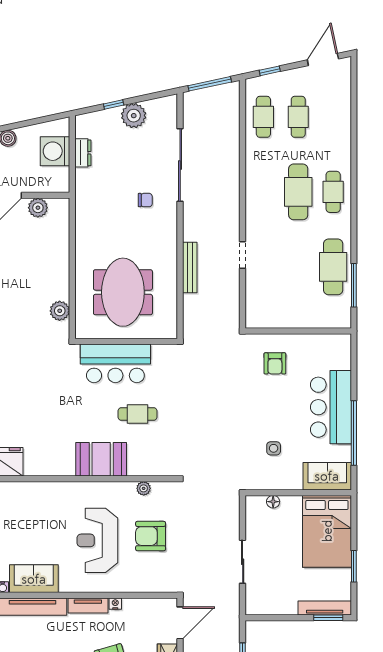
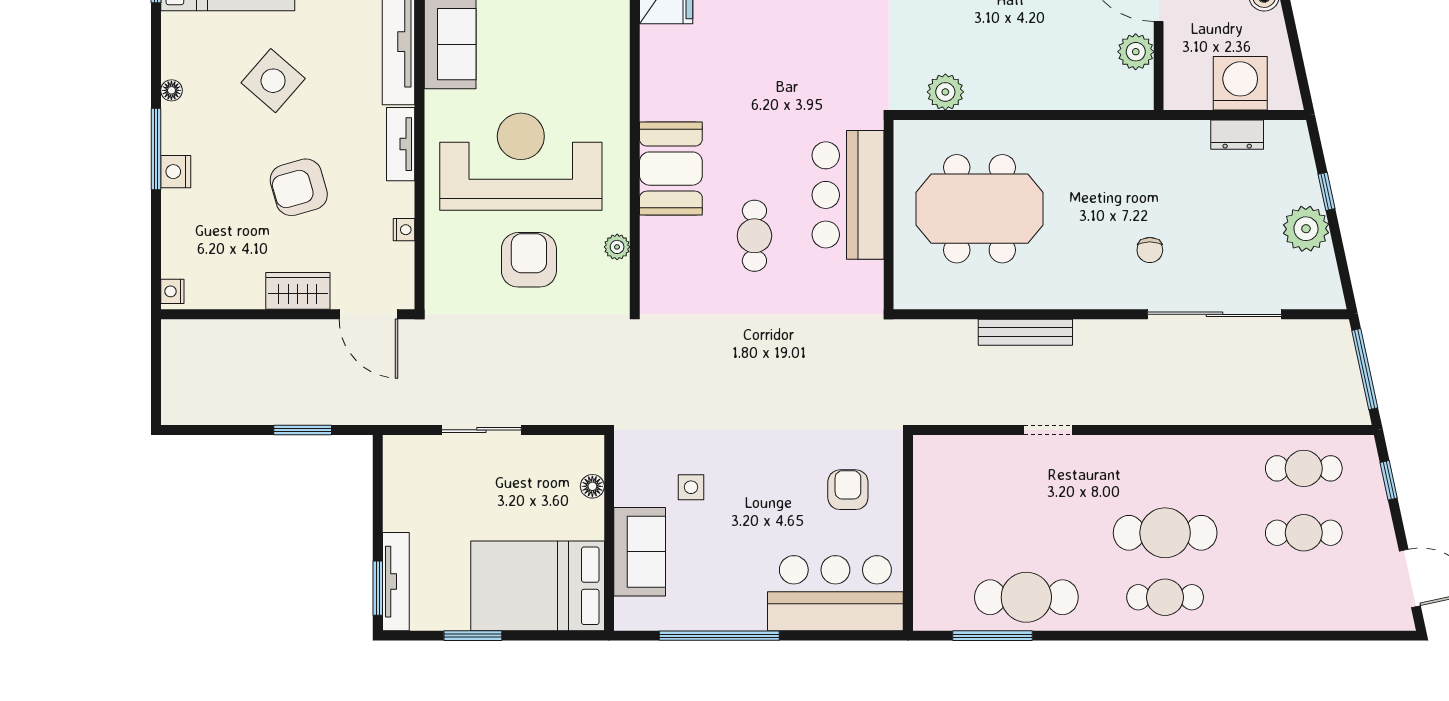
armchair: (275, 363) -> (848, 490), turned 90
bar counter: (331, 407) -> (835, 593), moved
sofa: (327, 476) -> (640, 552), moved
reception desk: (97, 540) -> (521, 162), width x1.36, depth x1.30
nightstand: (115, 604) -> (404, 230), moved

